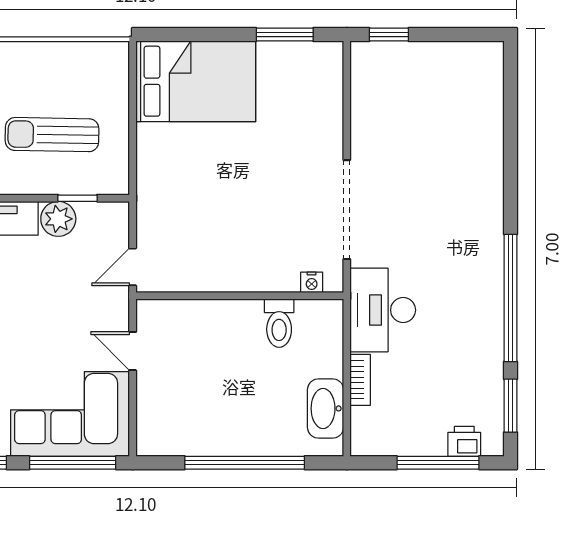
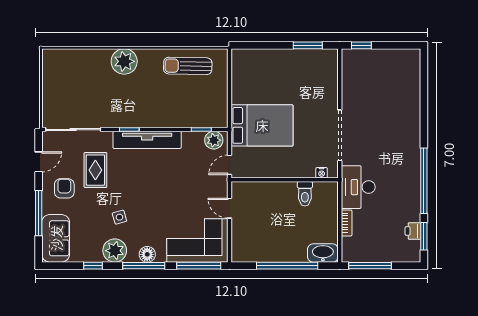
bed: (196, 81) -> (262, 125), moved
sun lounger: (52, 135) -> (188, 66), moved
plant: (58, 219) -> (214, 140), moved
washbasin: (326, 408) -> (323, 253), moved, turned 90
printer: (464, 441) -> (413, 231), moved, turned -90
window: (438, 463) -> (370, 266), moved

